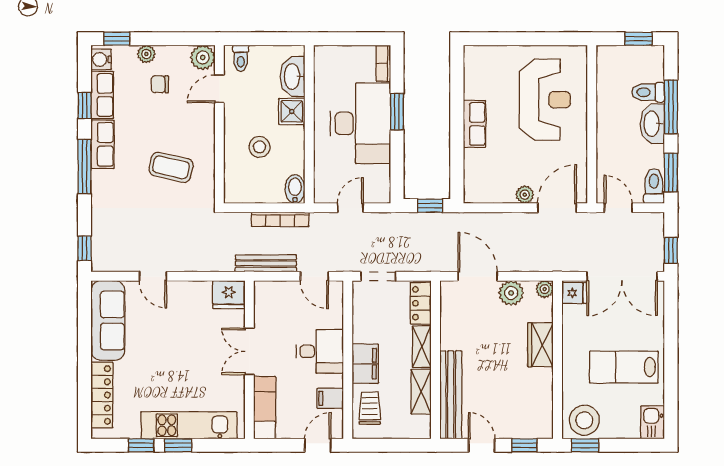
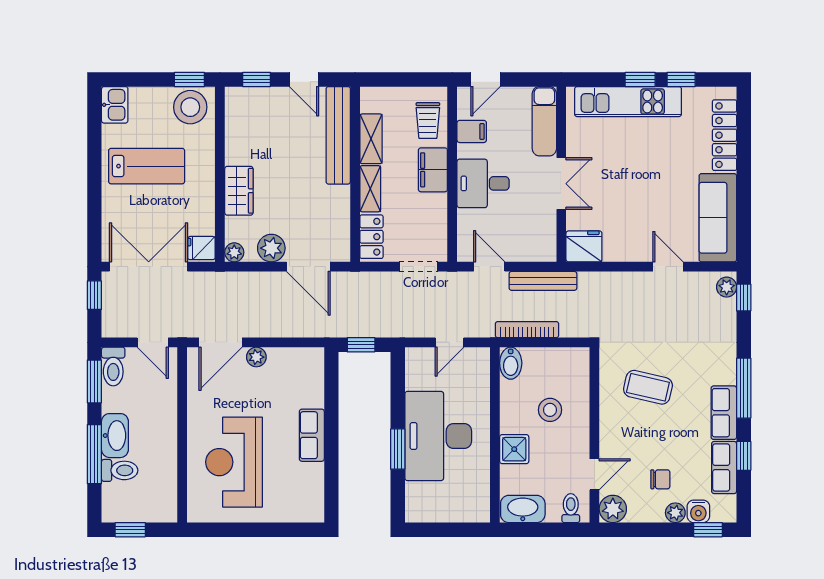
water cooler: (101, 59) -> (698, 511), moved, turned 90
bookcase: (383, 63) -> (413, 503), removed
washbasin: (293, 76) -> (523, 509), moved, turned -90
plant: (100, 258) -> (727, 287), added

